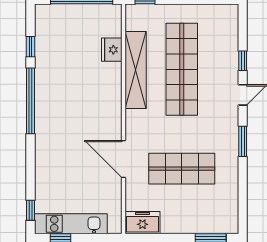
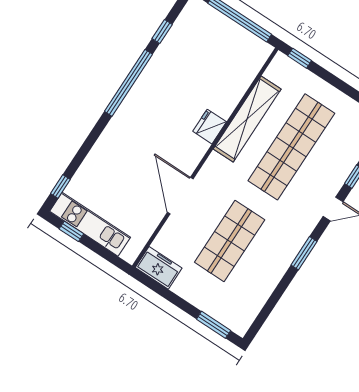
fridge: (112, 50) -> (210, 127), moved
shop shelf: (182, 169) -> (230, 241), turned 90

